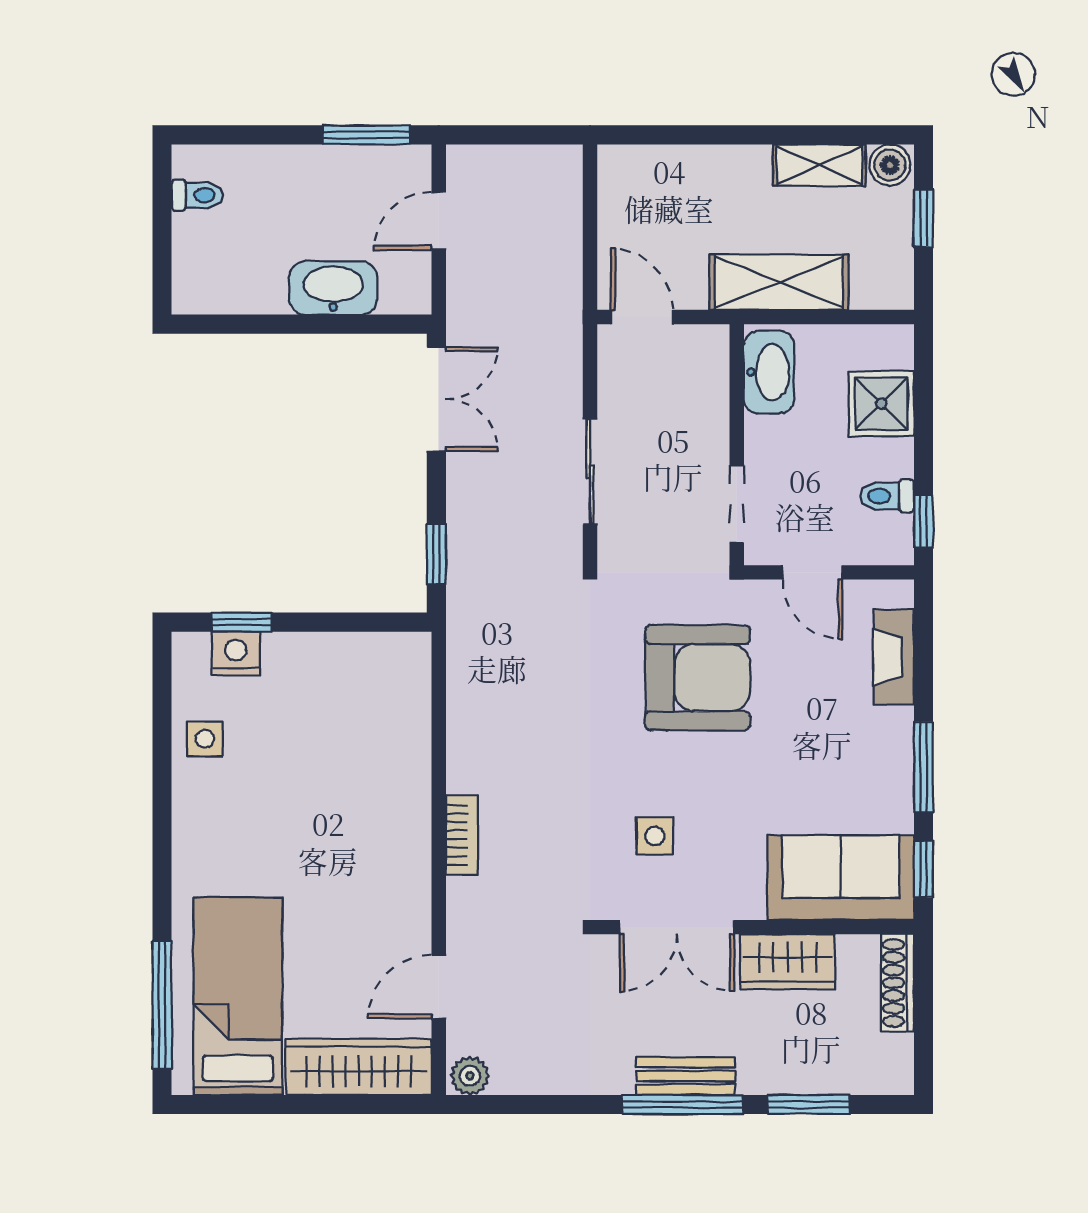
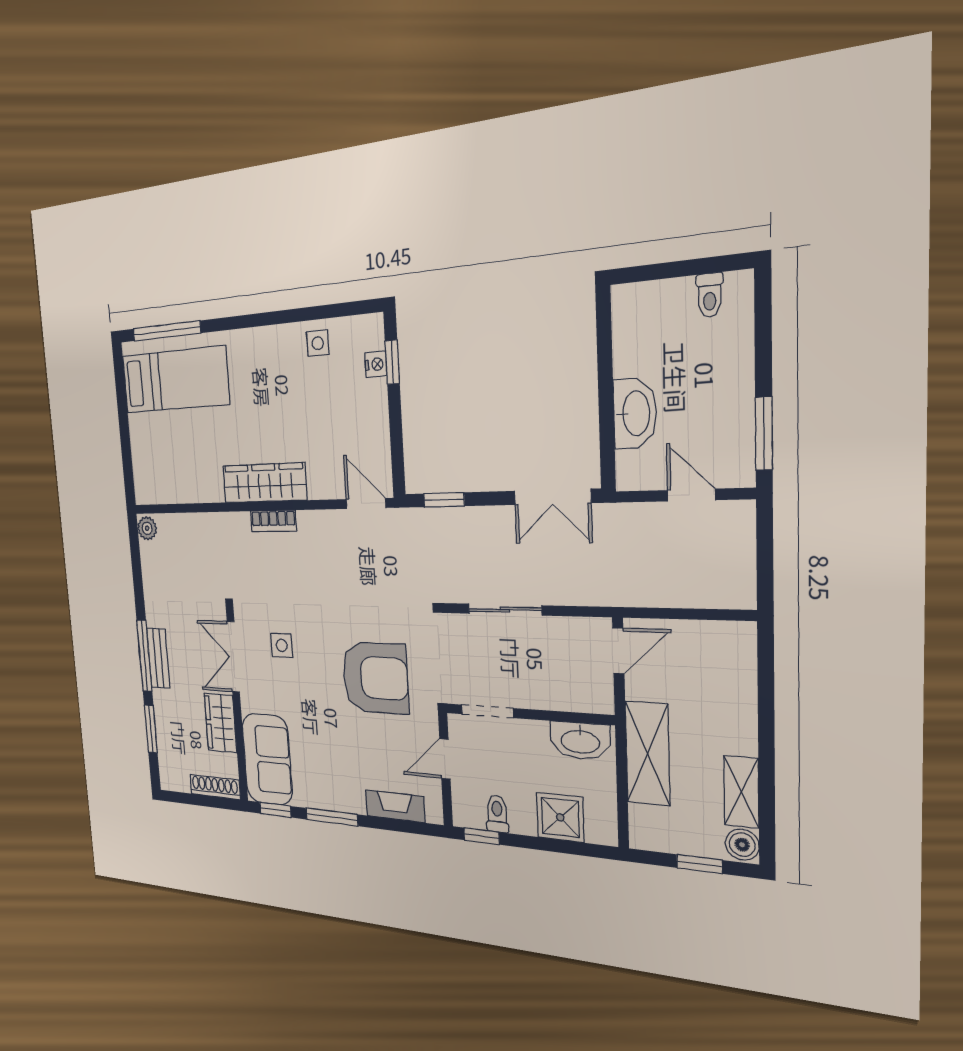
nightstand: (236, 654) -> (376, 364), width x0.72, depth x0.74
armchair: (698, 678) -> (375, 678), turned -90
door: (439, 987) -> (366, 503), moved
wardrobe: (359, 1067) -> (264, 483), moved, turned -90

